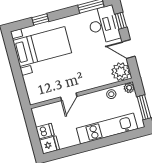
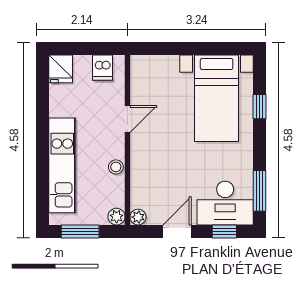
plant: (121, 72) -> (138, 217), width x0.53, depth x0.53
stool: (111, 94) -> (116, 167), moved
door: (69, 97) -> (128, 119), swing flipped
dishwasher: (45, 131) -> (102, 68), moved

